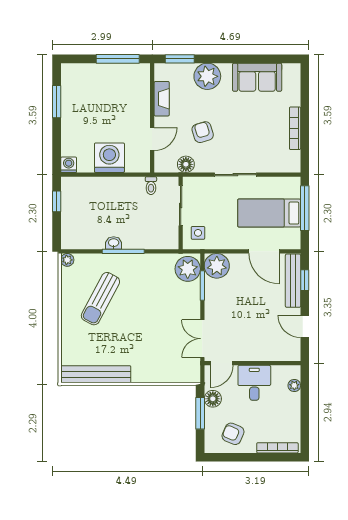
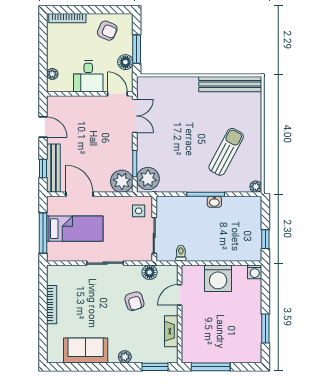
plant: (207, 76) -> (125, 357), width x0.53, depth x0.53
door: (222, 363) -> (117, 94), hinge flipped

